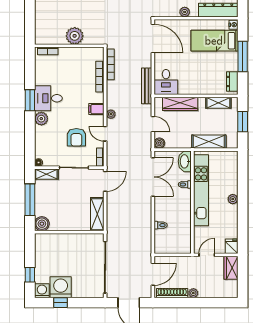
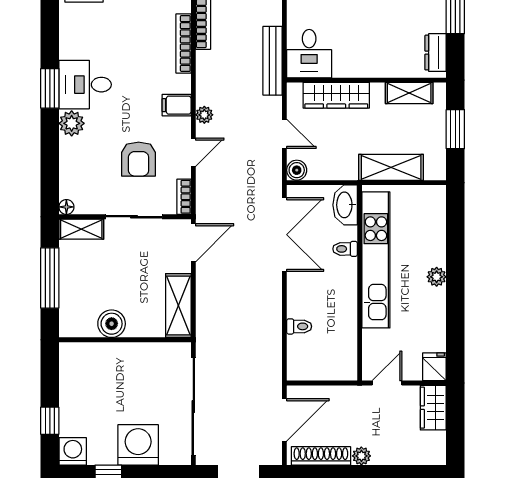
door: (105, 134) -> (193, 152), swing flipped
boiler: (42, 224) -> (112, 324), moved
washing machine: (61, 287) -> (138, 445), moved

